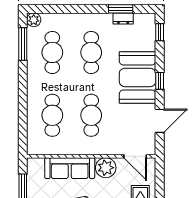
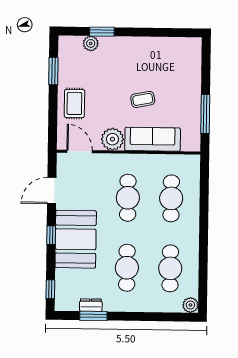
window: (23, 44) -> (203, 278), removed

